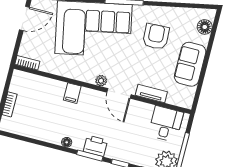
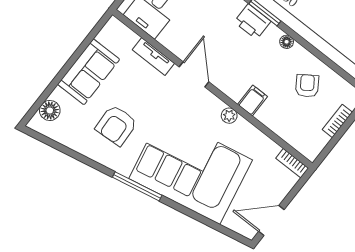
plant: (101, 81) -> (229, 116), moved
armchair: (40, 119) -> (307, 86), added

